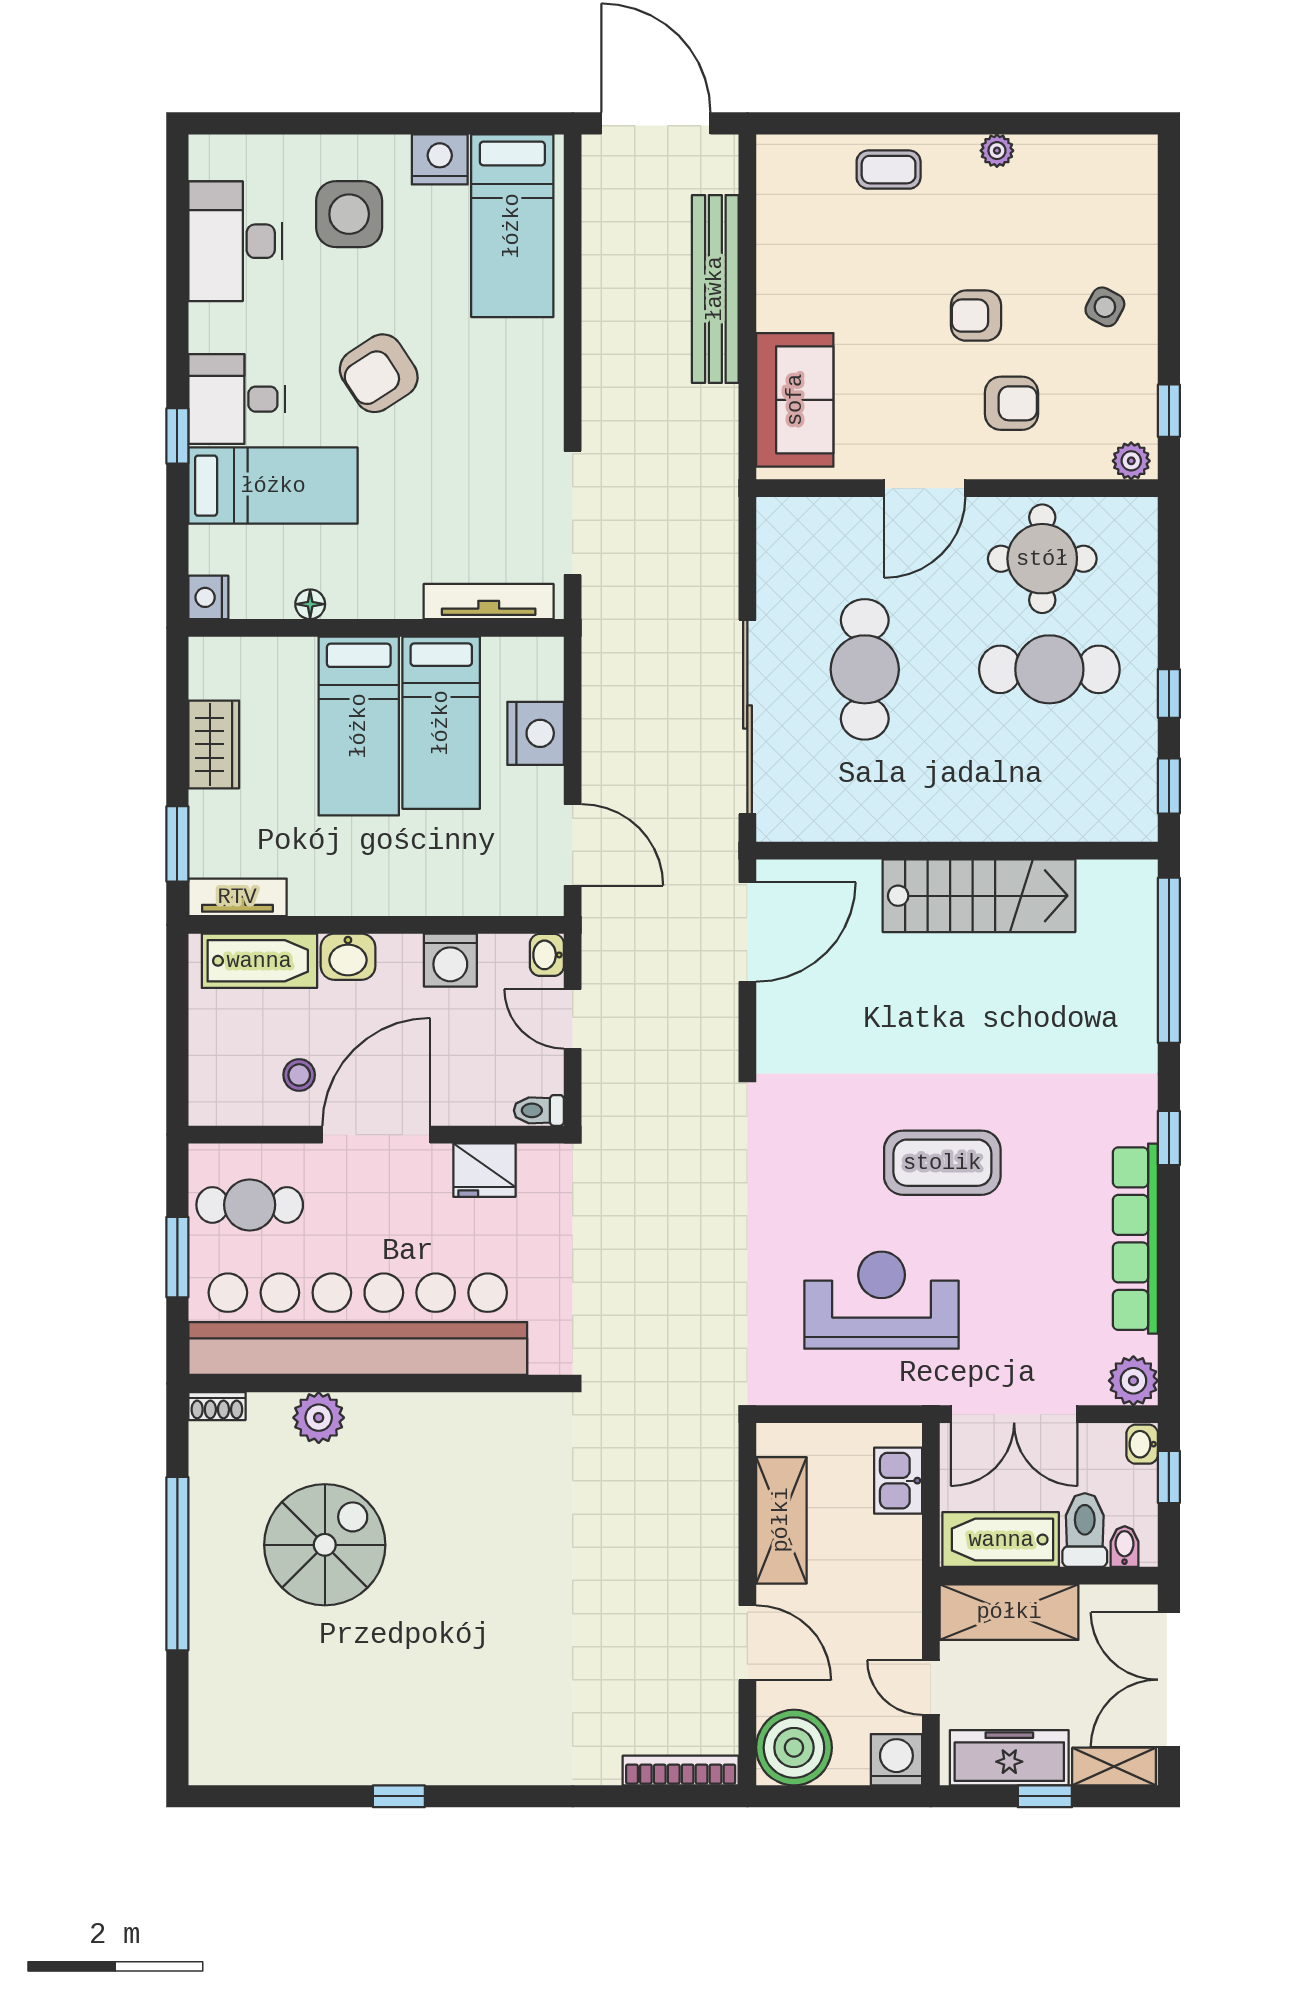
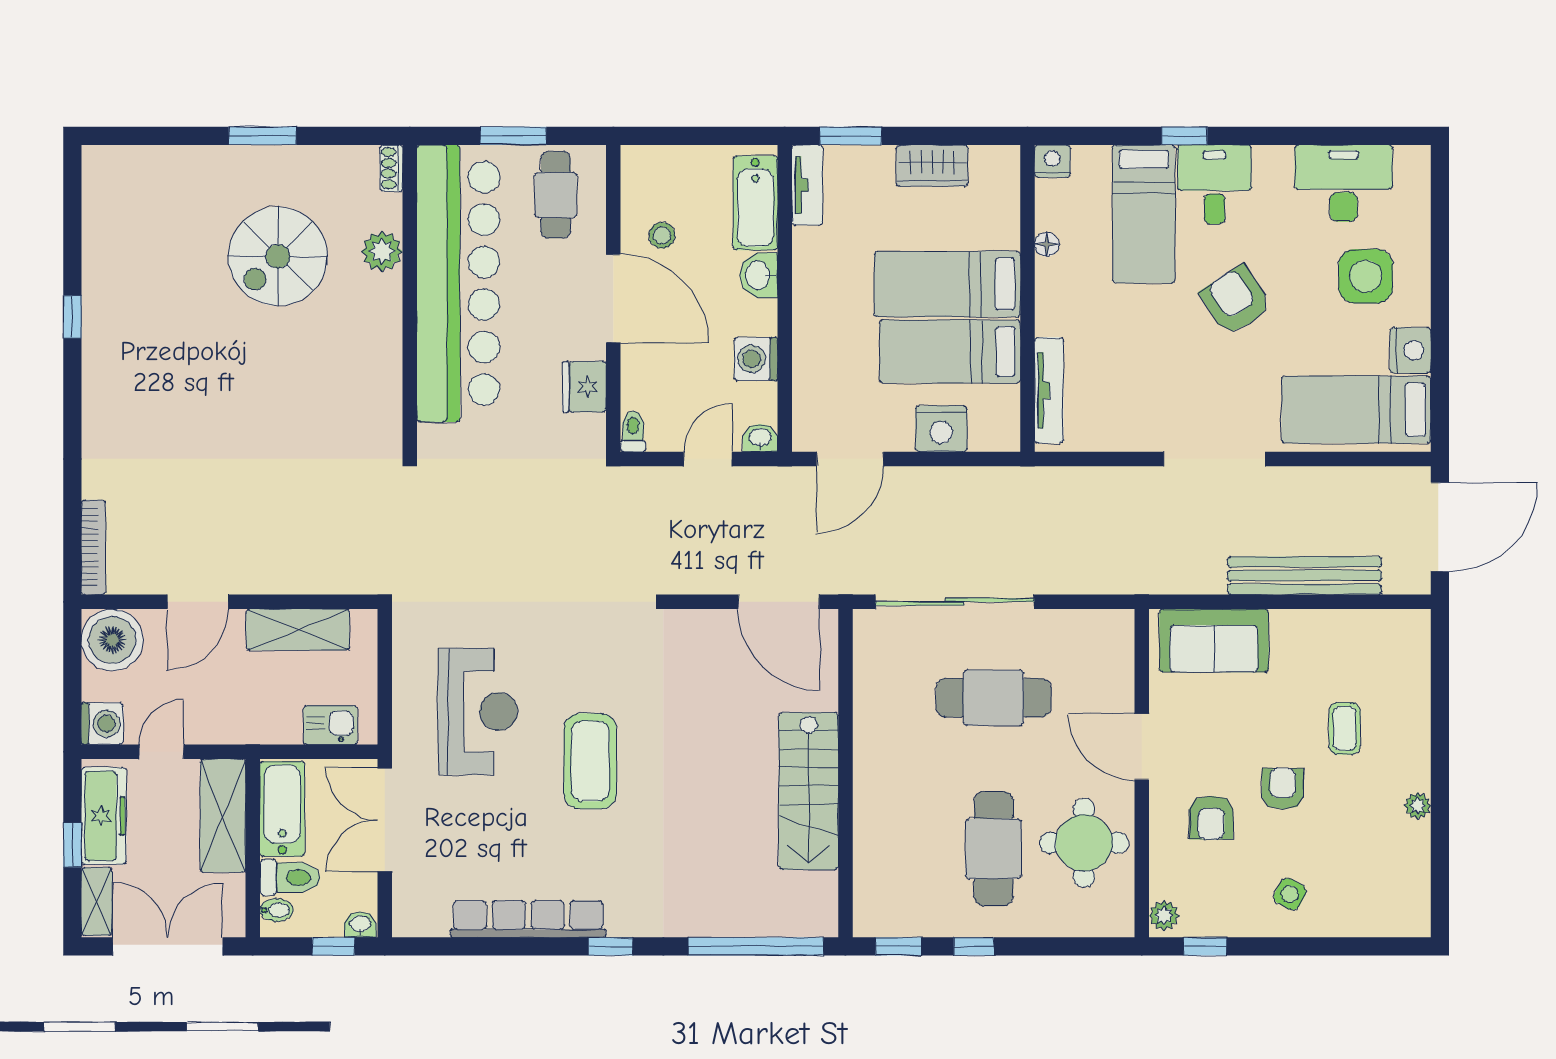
coffee table: (889, 170) -> (1345, 728), moved
doorway: (573, 513) -> (1214, 459), moved
plant: (1133, 1381) -> (412, 917), removed
spiral stairs: (325, 1545) -> (278, 256), turned 90
window: (177, 1564) -> (262, 136), width x0.47

